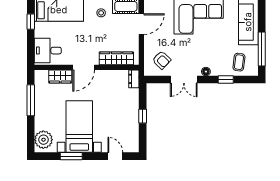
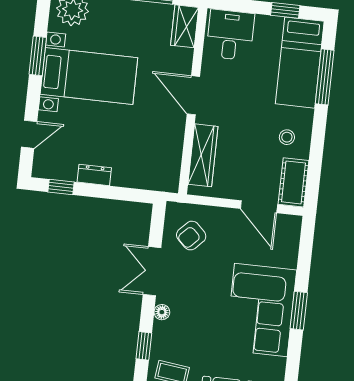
wardrobe: (60, 76) -> (185, 26), moved
dresser: (134, 79) -> (94, 175), moved
window: (143, 116) -> (61, 187), moved

